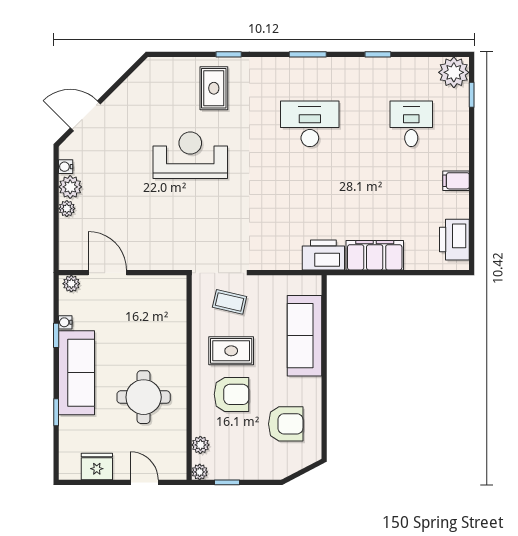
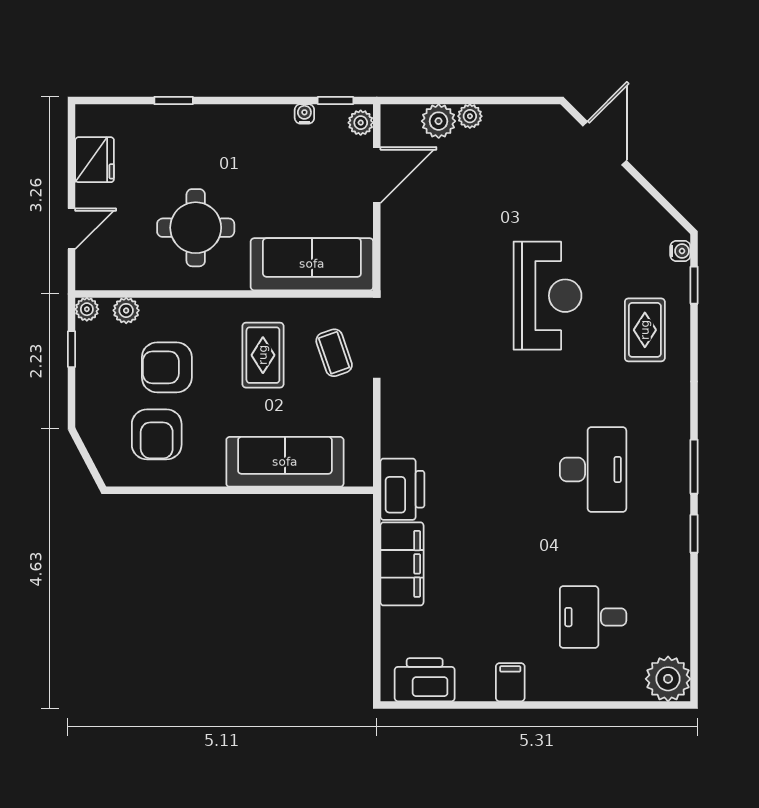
window: (229, 54) -> (694, 285), moved
window: (378, 54) -> (694, 534), moved
rug: (214, 88) -> (645, 330), turned 90
window: (472, 95) -> (635, 705), removed
desk: (411, 124) -> (593, 617), turned 180
water cooler: (66, 167) -> (680, 251), moved, turned 90
plant: (70, 187) -> (439, 121), moved
coffee table: (230, 302) -> (334, 353), turned -32
window: (56, 335) -> (335, 101), moved
sofa: (76, 373) -> (312, 264), moved, turned 180
armchair: (231, 394) -> (167, 367), moved, turned 90

